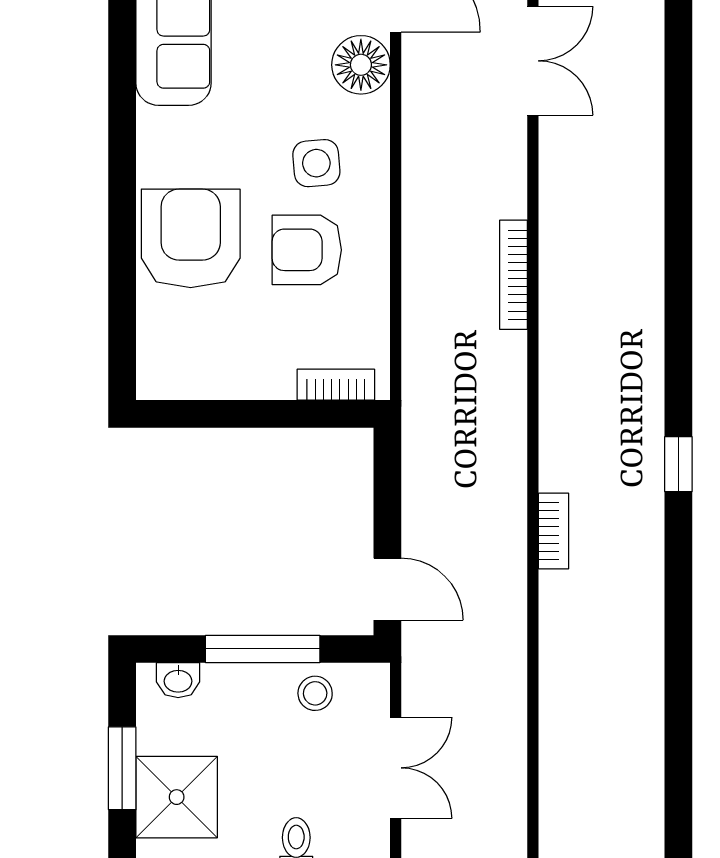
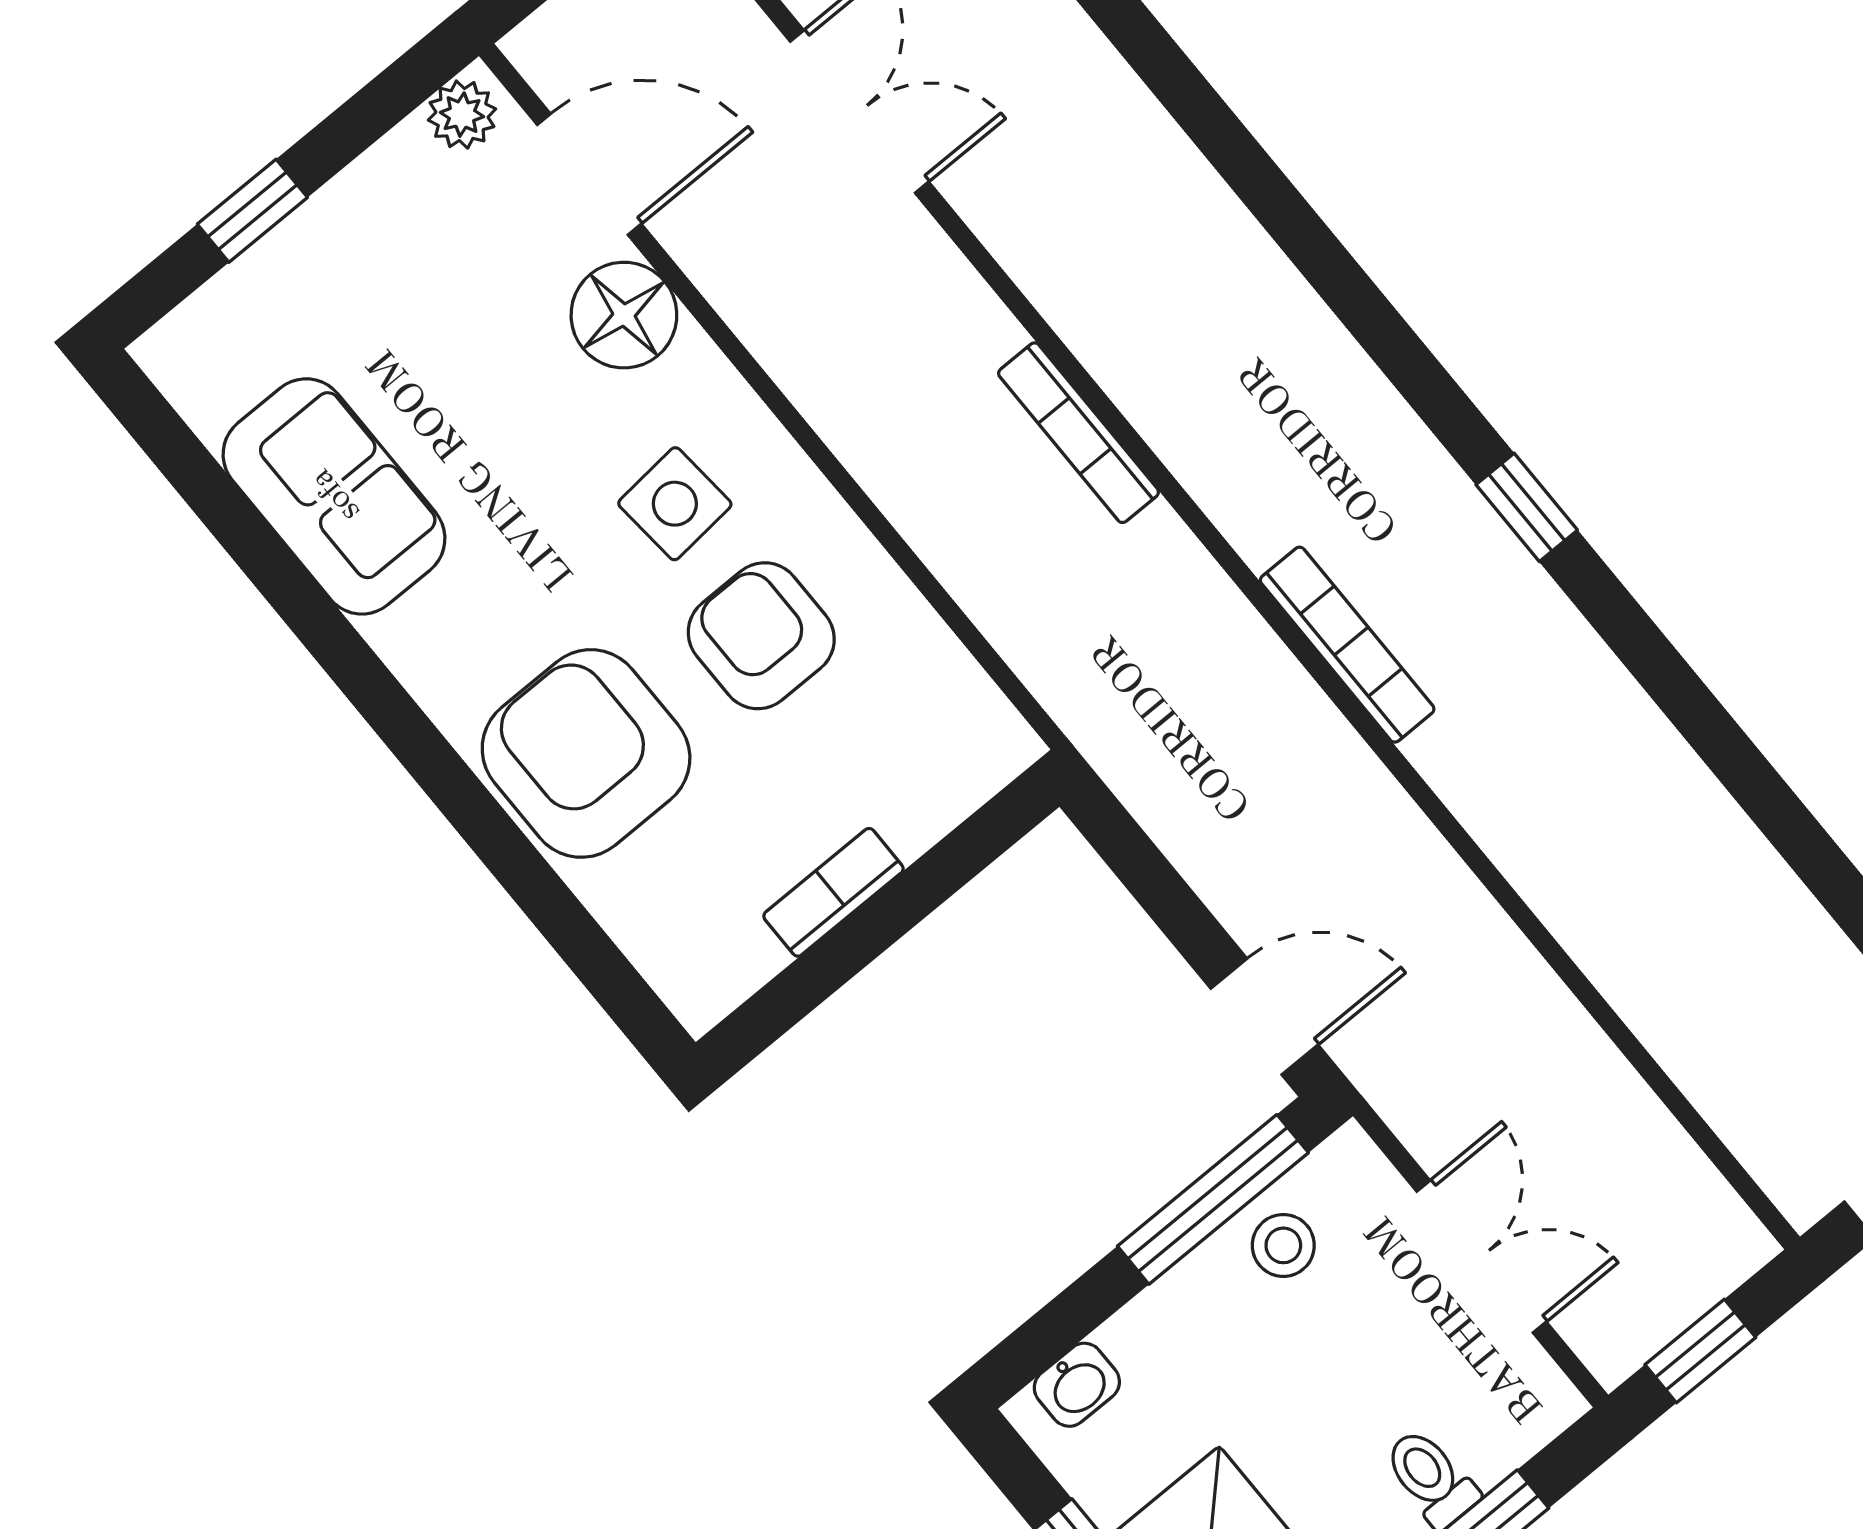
armchair: (307, 250) -> (761, 636), turned 90
bookcase: (336, 385) -> (833, 892), moved
bookcase: (554, 531) -> (1347, 645), moved, width x1.56
window: (263, 649) -> (1213, 1199), moved

